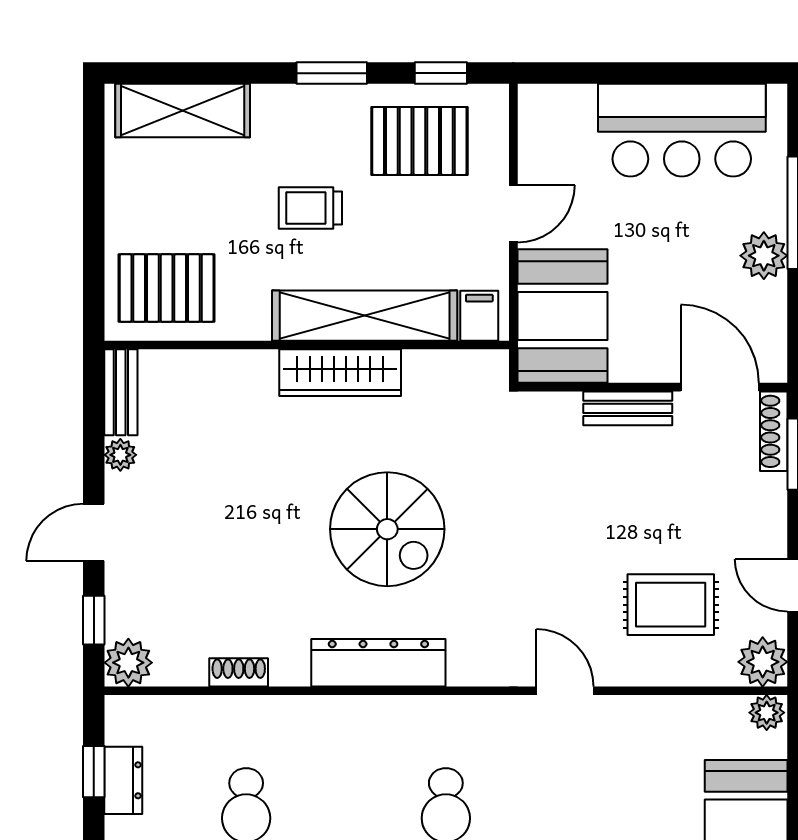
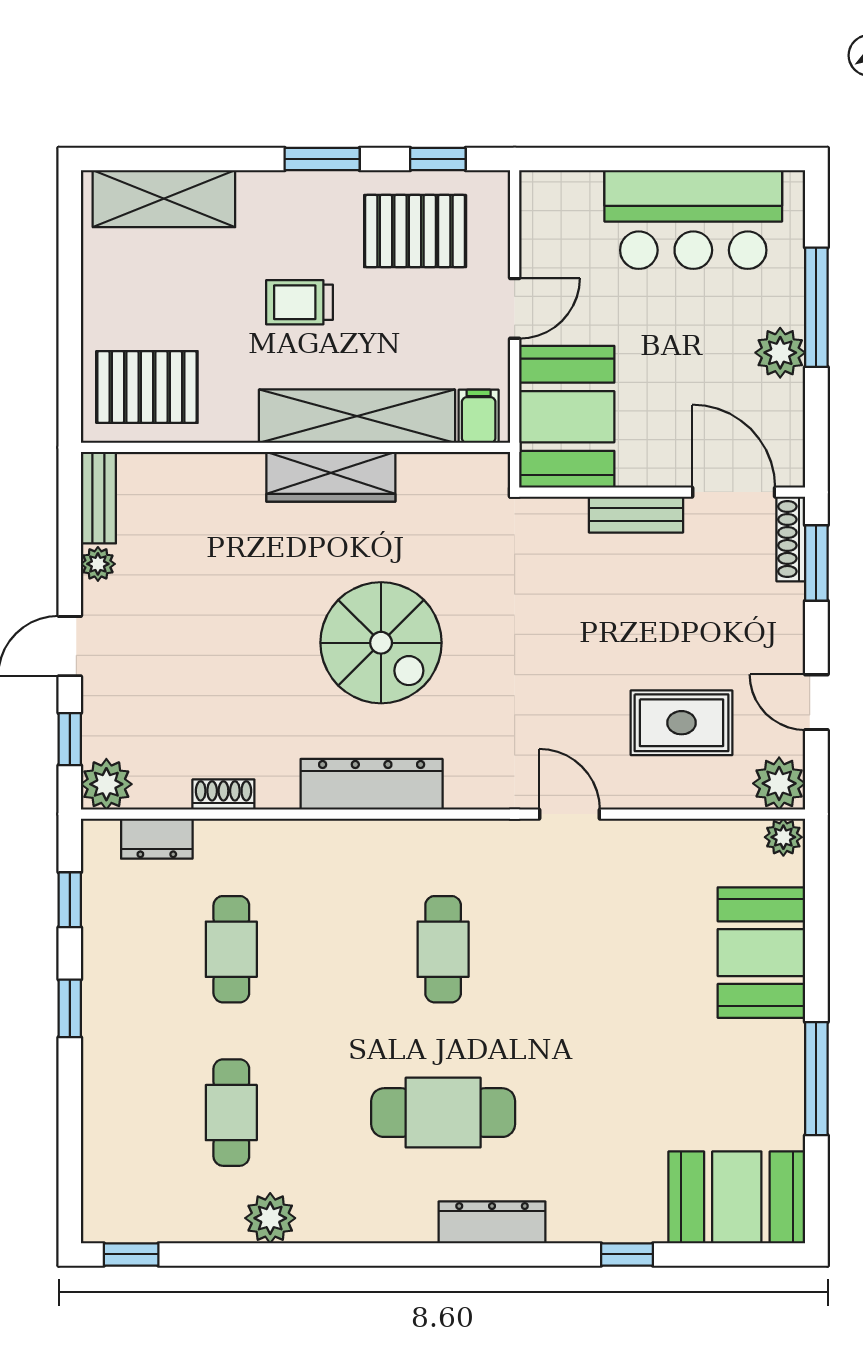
dresser: (123, 780) -> (157, 839), moved, turned 90

